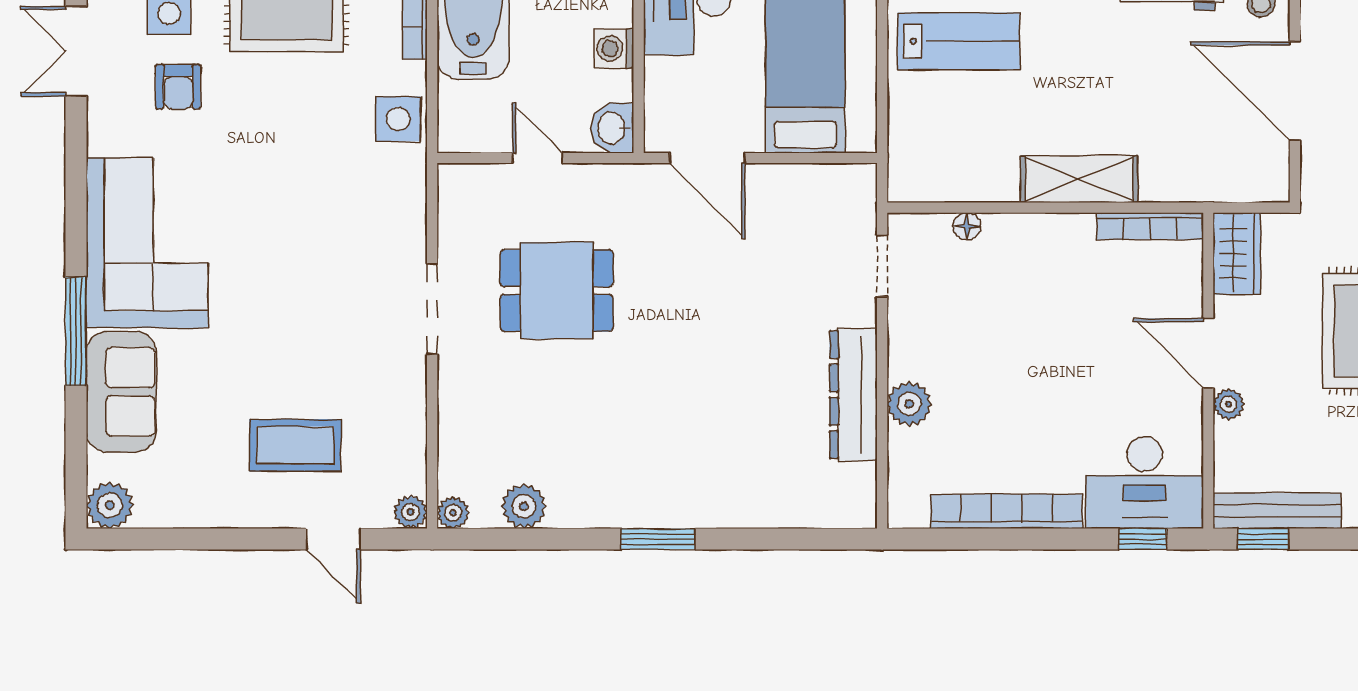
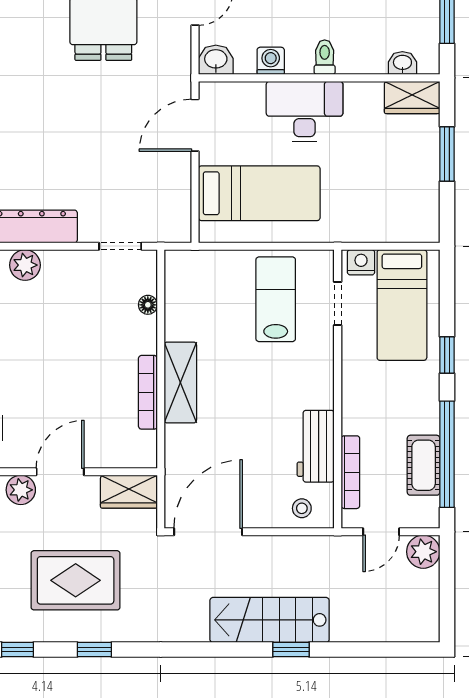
lab bench: (959, 41) -> (276, 299), turned 180
door: (1295, 91) -> (208, 532), moved
bookcase: (1150, 226) -> (148, 392), moved
plant: (1229, 404) -> (21, 490), width x1.38, depth x1.38

